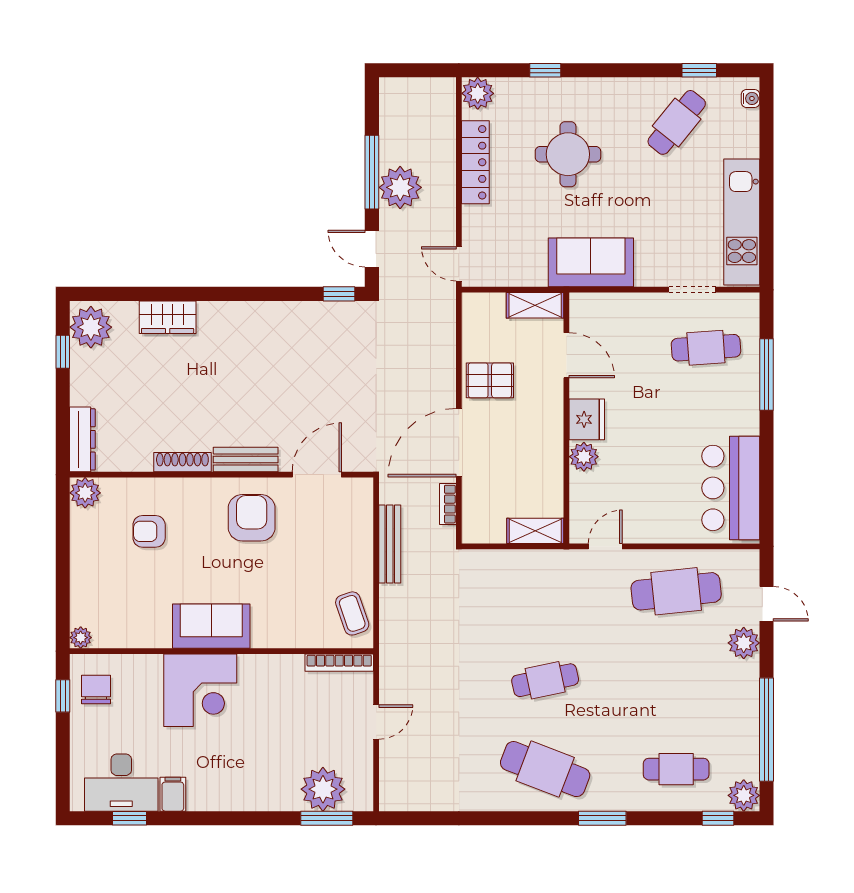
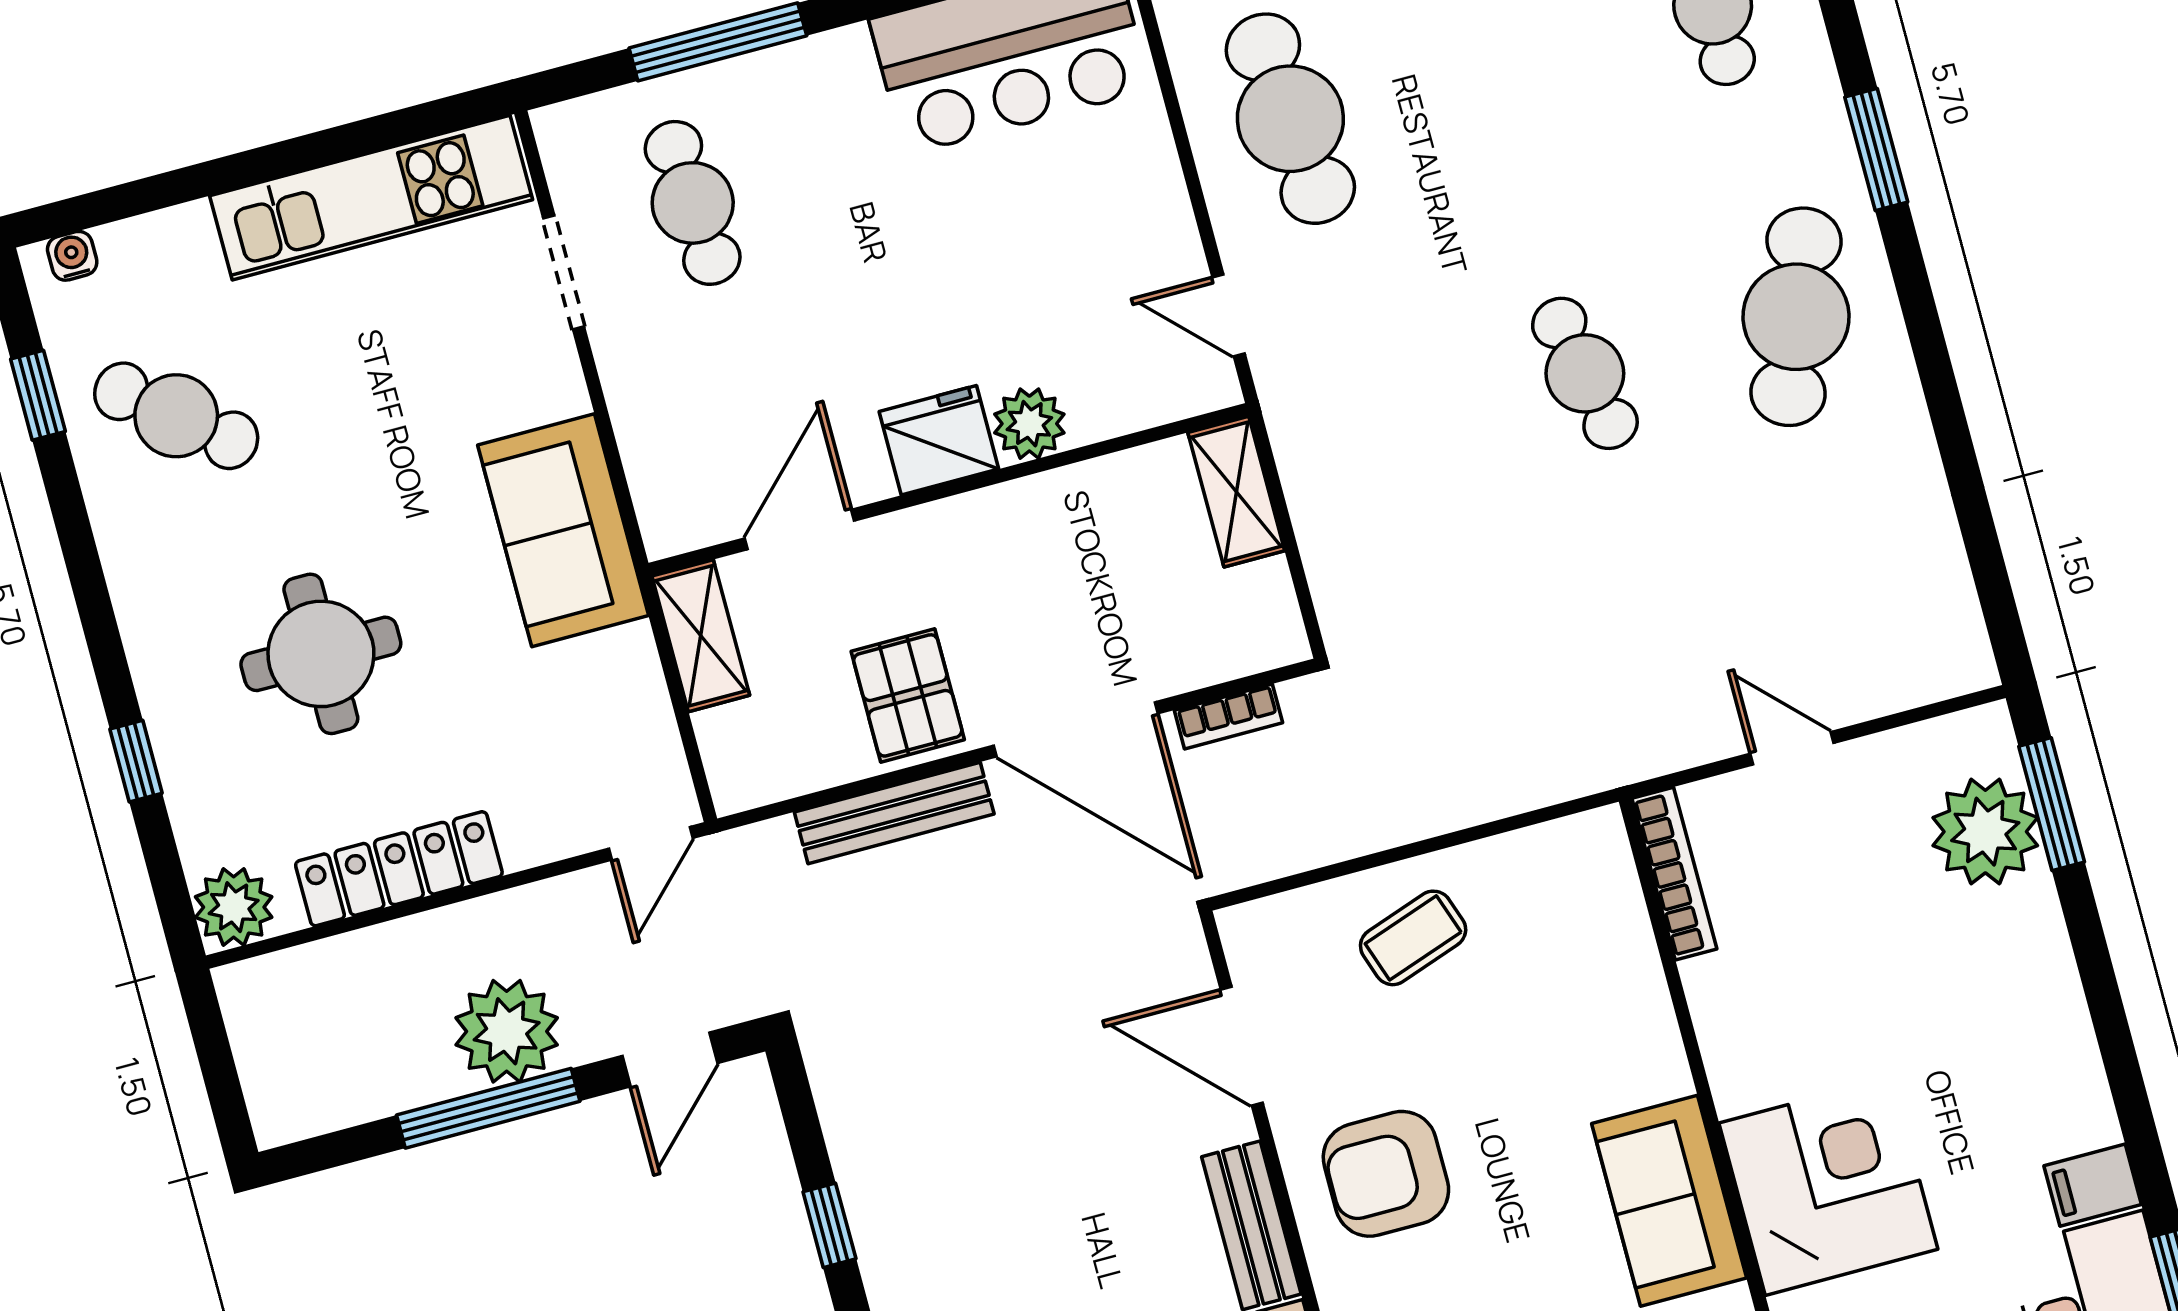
window: (339, 294) -> (829, 1225), moved
bench: (390, 544) -> (894, 813), moved
coffee table: (352, 613) -> (1413, 938), moved

